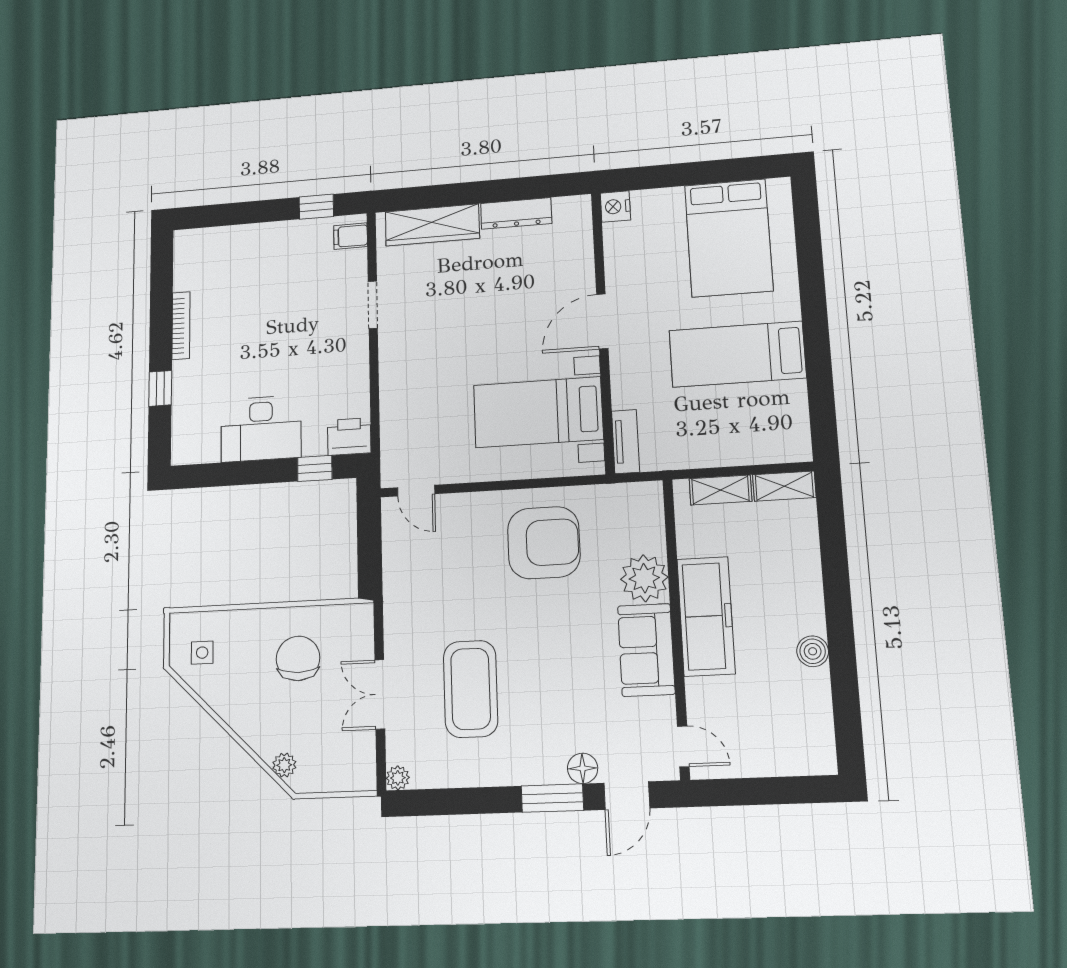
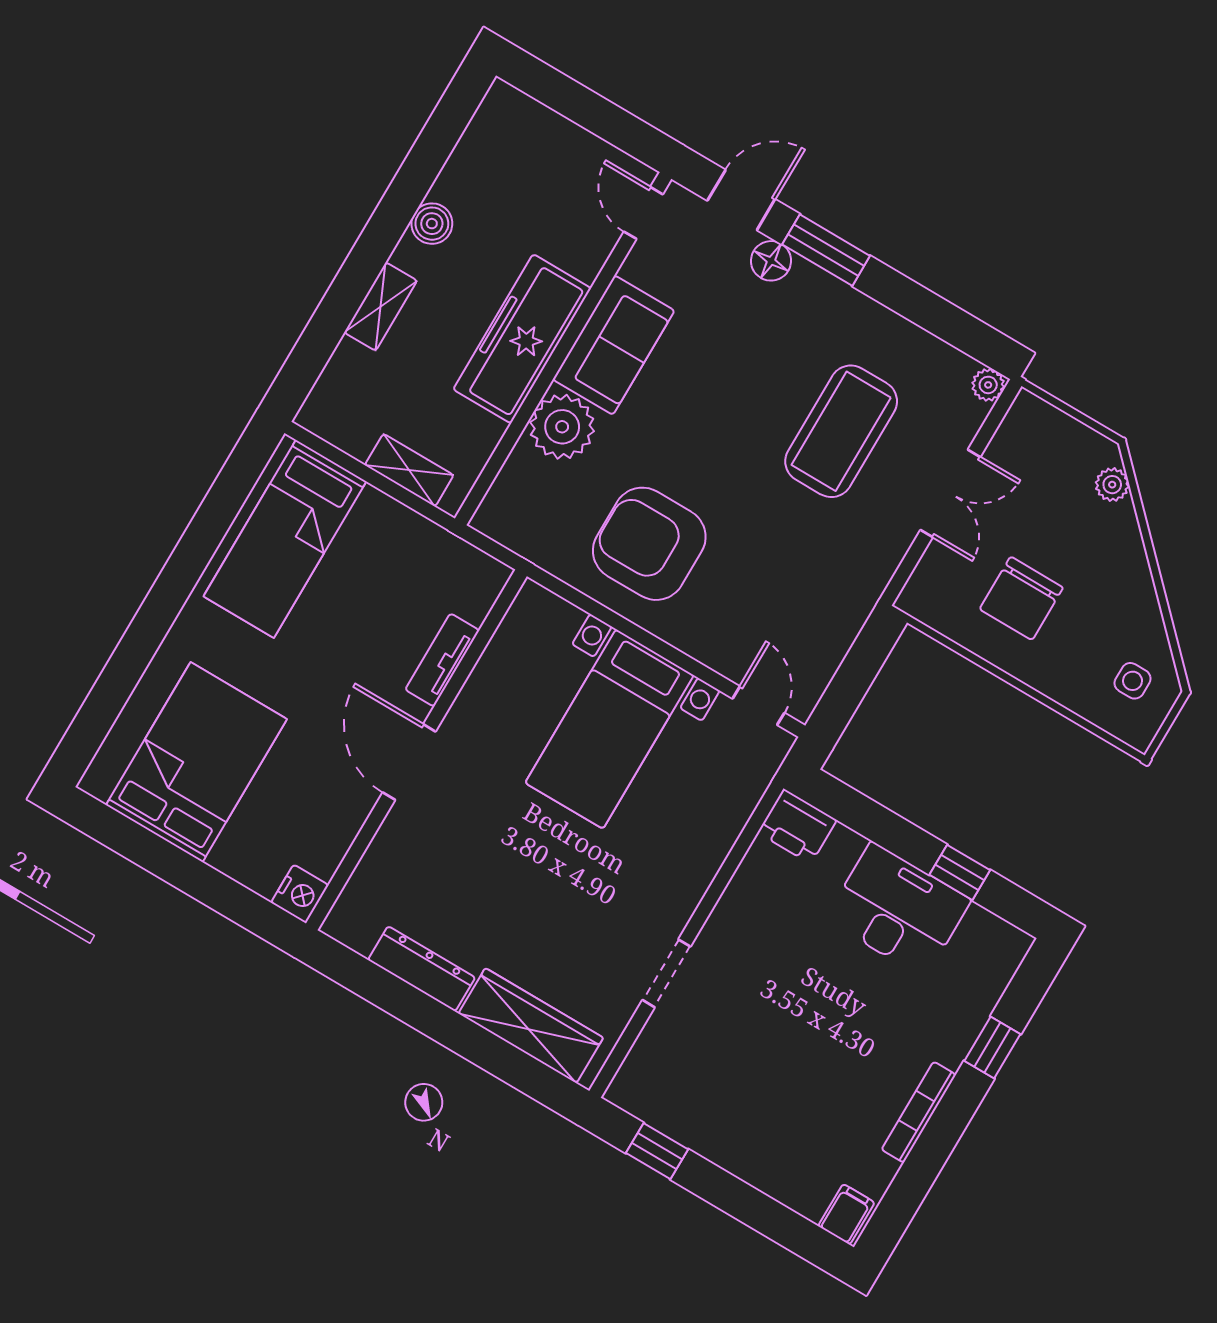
filing cabinet: (351, 236) -> (846, 1214), moved, turned -90
door: (602, 321) -> (409, 762), swing flipped
bed: (737, 354) -> (285, 539), moved, turned 90
bed with nightstands: (538, 412) -> (610, 729), moved, turned 90
tv unit: (625, 442) -> (442, 660), moved
window: (315, 468) -> (960, 872), moved
shelving: (784, 486) -> (381, 307), moved, turned 90

